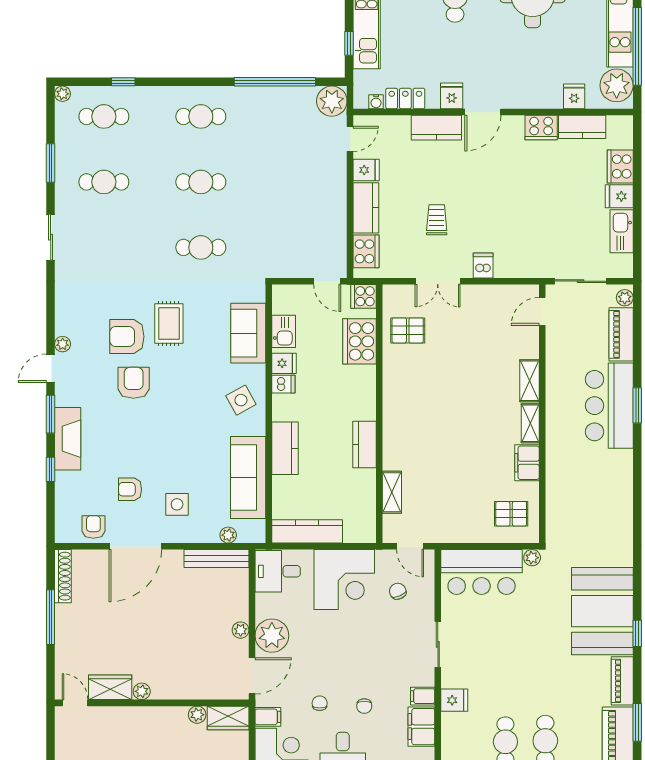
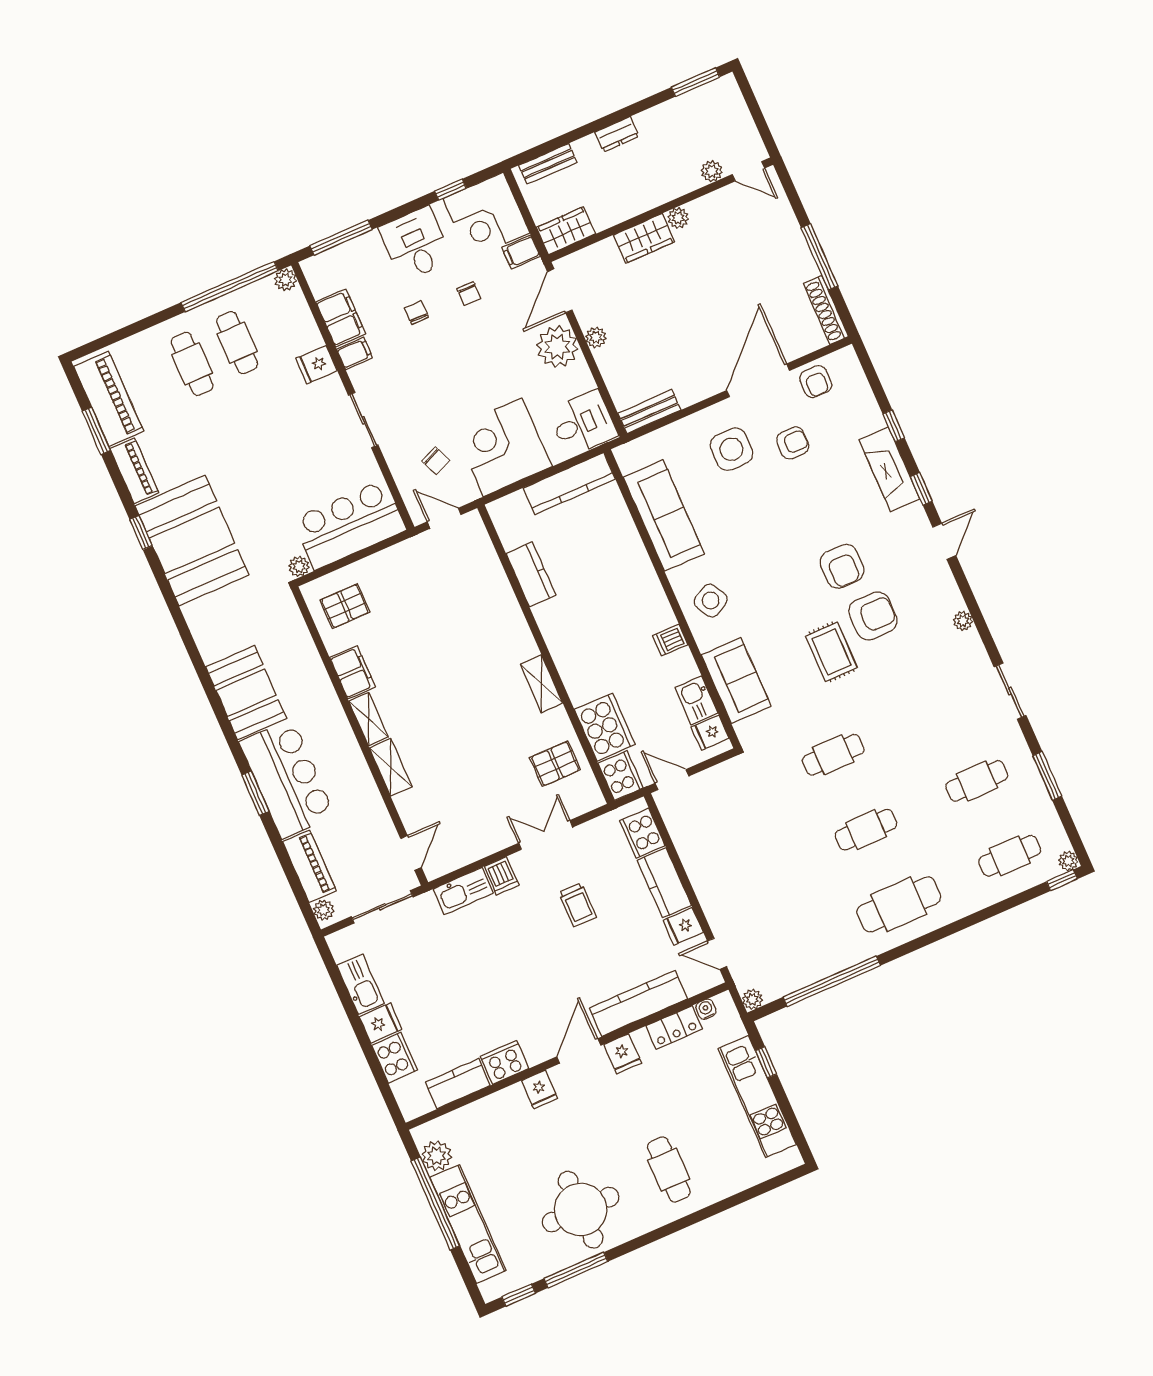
window: (123, 82) -> (1062, 880), moved
plant: (617, 85) -> (437, 1156), width x0.73, depth x0.73
fridge: (574, 96) -> (540, 1089), moved
plant: (332, 101) -> (752, 999), width x0.53, depth x0.53
cafe table: (201, 116) -> (899, 904), width x1.37, depth x1.35
kitchen counter: (436, 128) -> (638, 1003), width x1.50
door: (350, 139) -> (717, 954), hinge flipped
kitchen sink: (516, 267) -> (463, 891), added
cooker: (364, 296) -> (621, 776), width x1.36
plant: (63, 344) -> (963, 621), moved
fridge: (284, 363) -> (710, 733), moved
window: (51, 414) -> (921, 489), width x0.67
kitchen counter: (365, 444) -> (531, 574), moved
kitchen counter: (285, 448) -> (636, 567), removed
booth: (612, 482) -> (246, 693), added
shelving: (392, 492) -> (541, 684), moved
side table: (177, 504) -> (731, 449), width x1.37, depth x1.37
plant: (228, 535) -> (658, 440), removed
bench: (217, 558) -> (649, 412), width x0.73
wardrobe: (110, 687) -> (644, 238), moved
plant: (197, 715) -> (712, 171), moved

